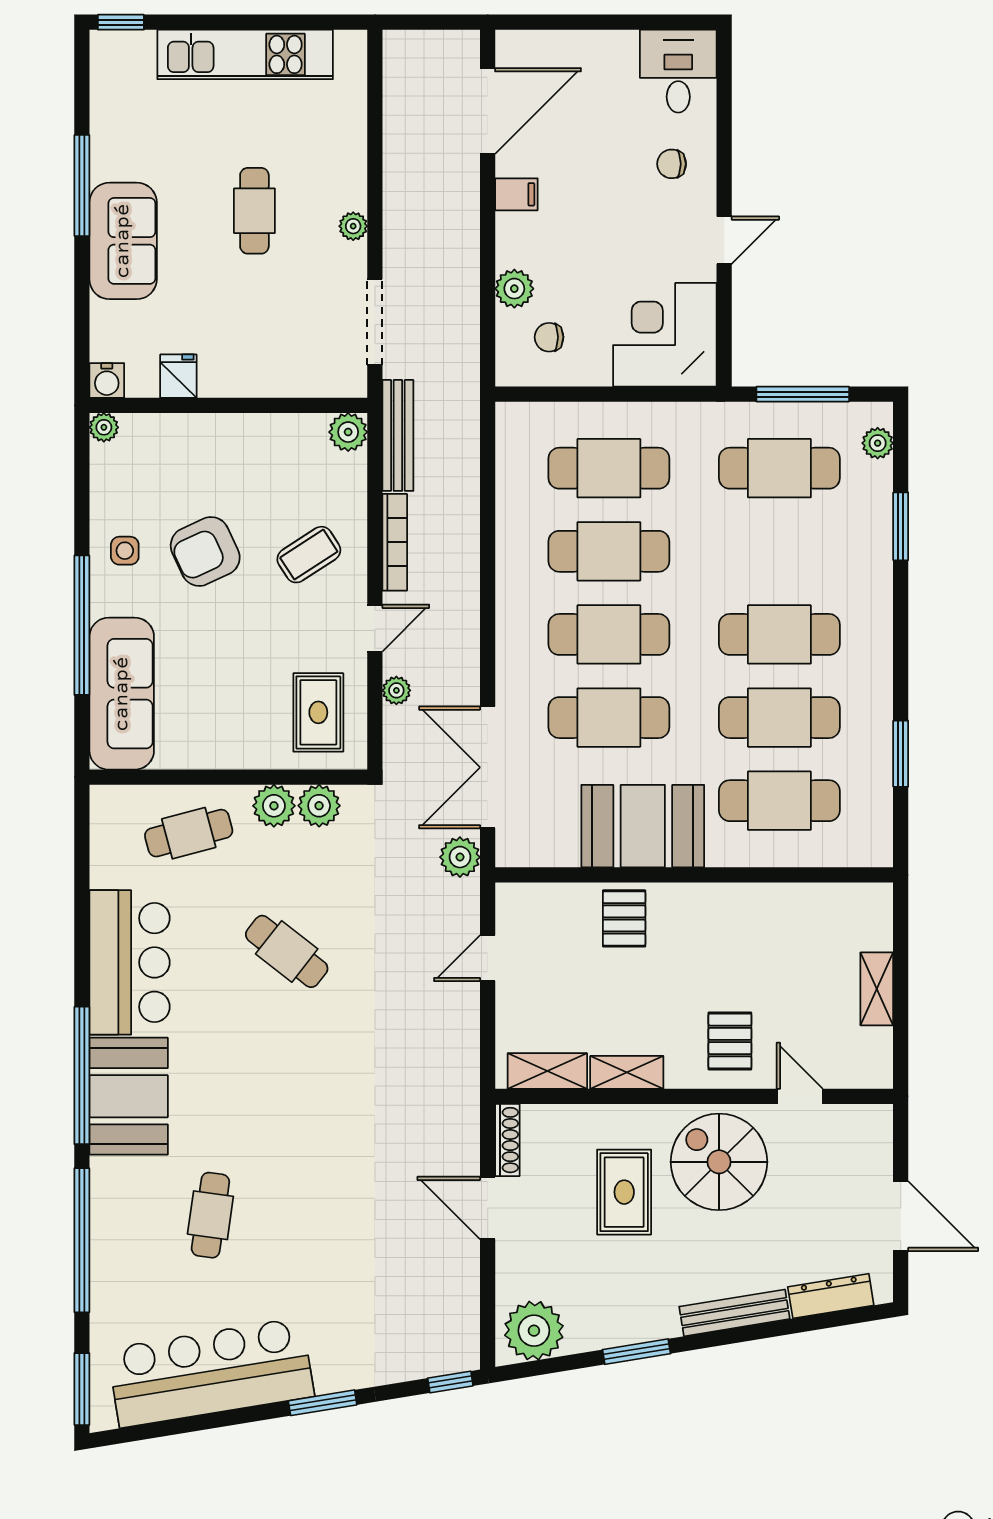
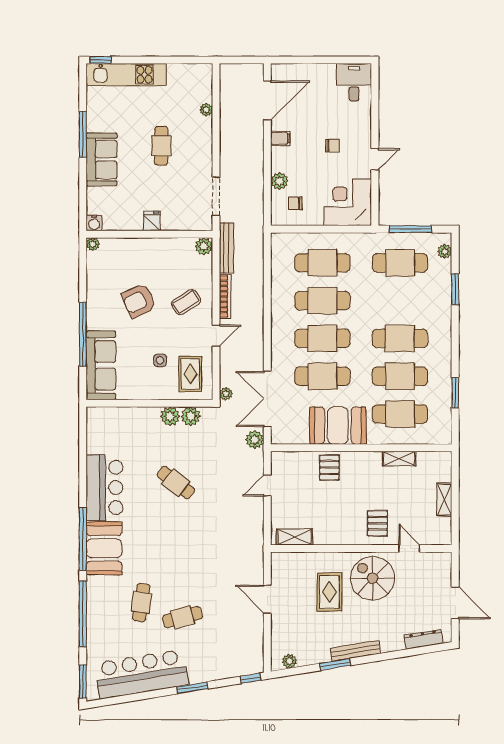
kitchen unit: (245, 54) -> (126, 75), moved
chair: (672, 164) -> (332, 146), moved, turned 180
plant: (353, 226) -> (206, 110), moved
fridge: (178, 376) -> (152, 221), moved
side table: (125, 551) -> (160, 360), moved
plant: (396, 690) -> (226, 394), moved
cafe table: (189, 833) -> (182, 617), moved
shelving: (627, 1072) -> (399, 459), moved
shoe rack: (507, 1140) -> (276, 568), removed
bench: (734, 1313) -> (355, 651), moved
plant: (534, 1331) -> (289, 661), width x0.53, depth x0.53

